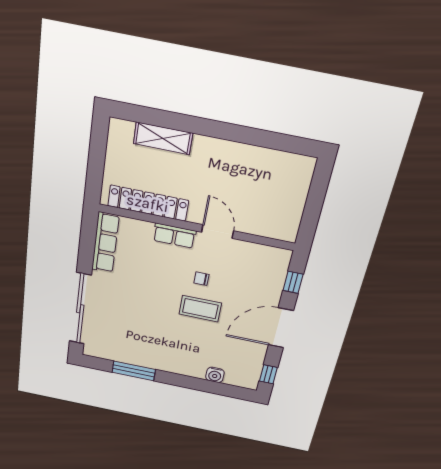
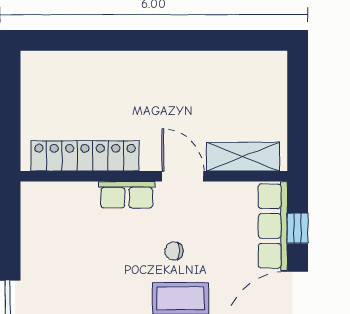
shelving: (163, 138) -> (243, 157), moved
row of seats: (105, 243) -> (273, 226), moved, turned 180

